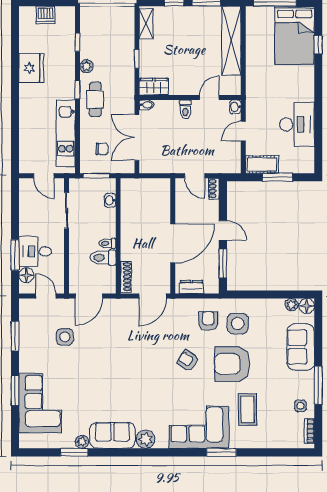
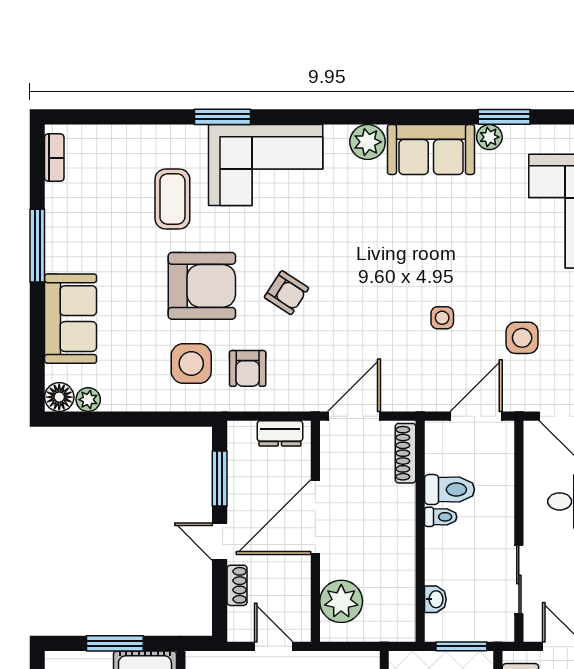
shoe rack: (214, 189) -> (237, 585), moved
plant: (159, 199) -> (341, 601), added
side table: (300, 406) -> (442, 318), moved

